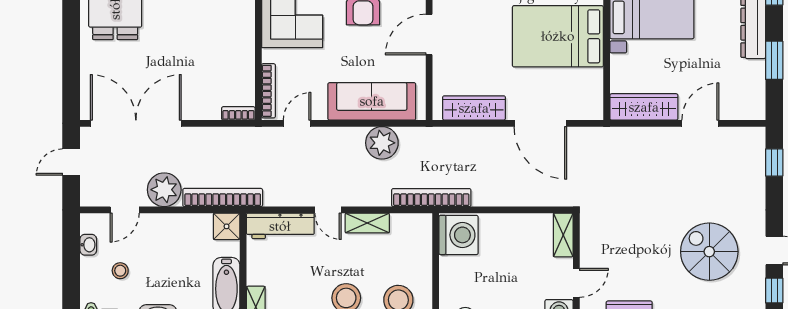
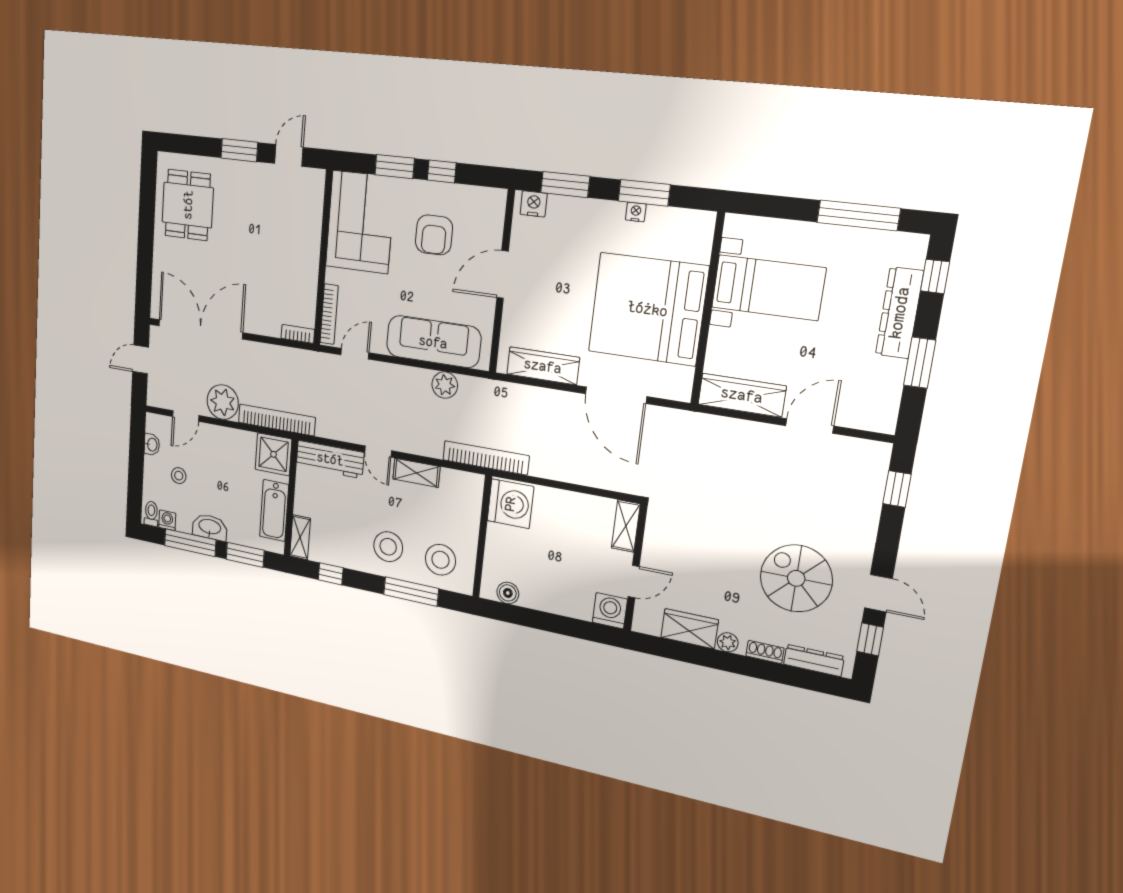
bed: (558, 36) -> (648, 309), width x1.36
plant: (382, 143) -> (445, 385), width x0.73, depth x0.73
shower: (227, 226) -> (273, 454), width x1.36, depth x1.36

